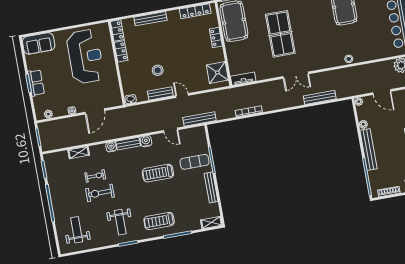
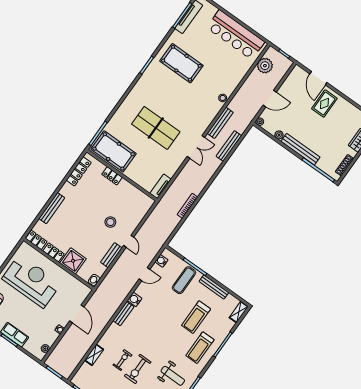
stool: (158, 70) -> (110, 222), moved
shower: (217, 72) -> (73, 261), moved
door: (182, 96) -> (129, 241), swing flipped
bench: (199, 119) -> (220, 123), moved
water cooler: (111, 147) -> (161, 261), moved
treadmill: (158, 173) -> (196, 317), moved

